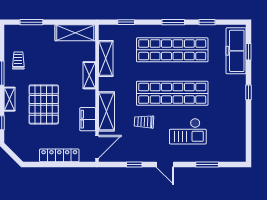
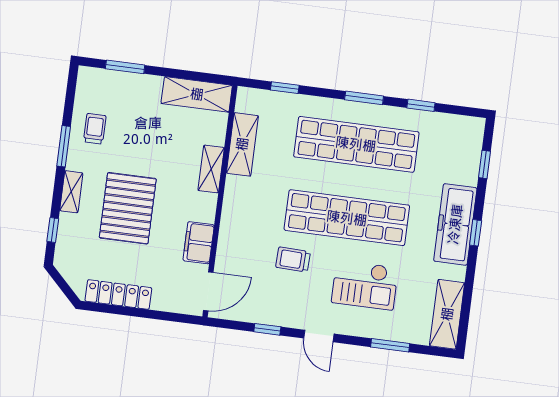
freezer: (236, 51) -> (455, 224), moved
shelving: (106, 111) -> (447, 314), moved
locker: (59, 155) -> (118, 294), moved

